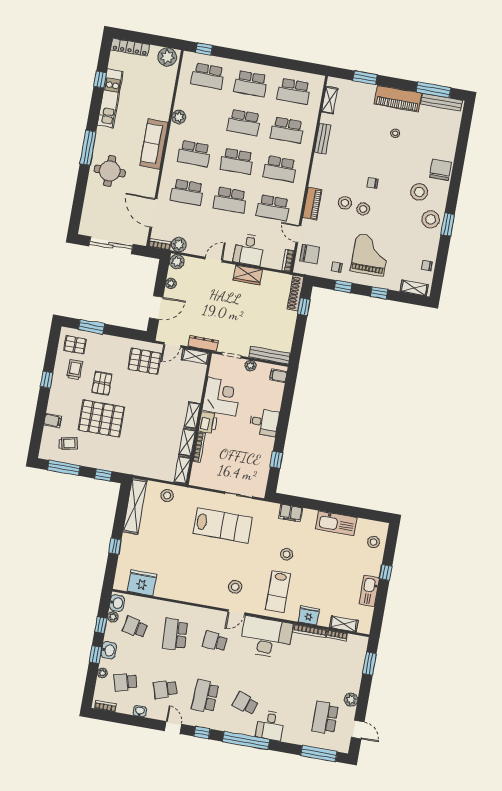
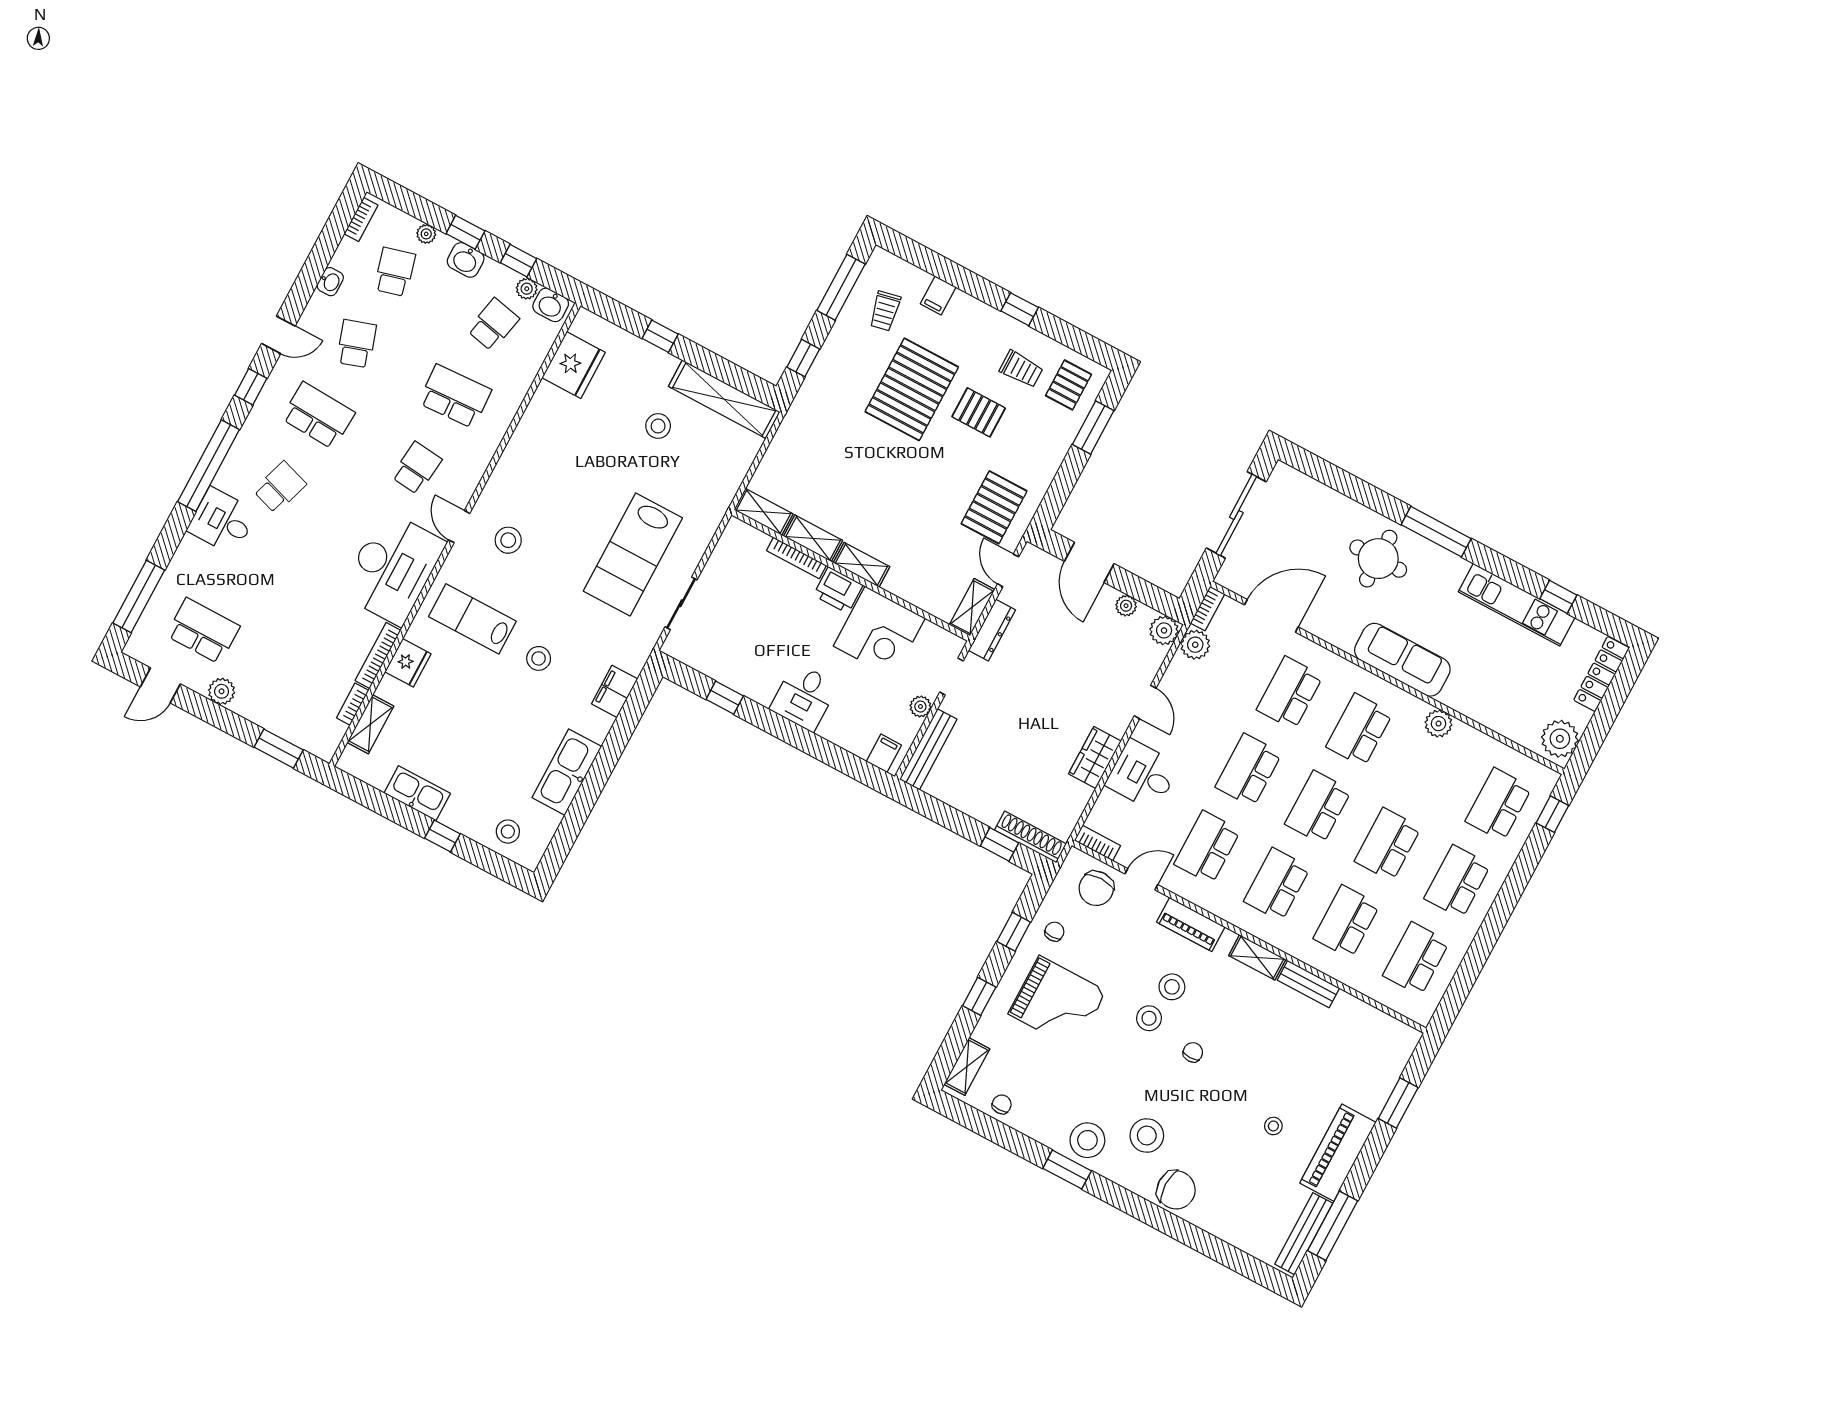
shelving: (330, 100) -> (1257, 957), moved
stool: (167, 495) -> (658, 426), moved

